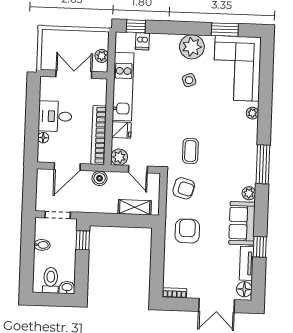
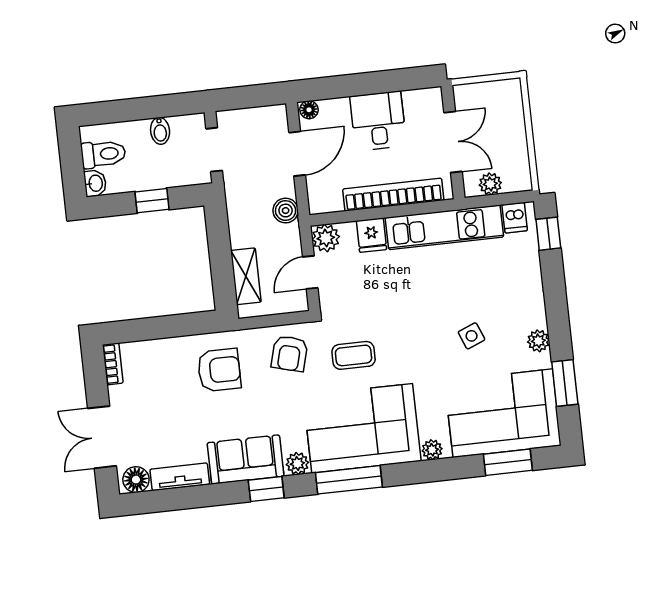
dishwasher: (142, 41) -> (515, 218), moved, turned -90
plant: (192, 47) -> (538, 341), width x0.53, depth x0.53
window: (266, 70) -> (508, 462), added
bookcase: (99, 135) -> (393, 195), moved
floor lamp: (43, 138) -> (309, 110), moved
corner sofa: (234, 152) -> (362, 428), added
door: (67, 167) -> (297, 154), swing flipped
window: (83, 240) -> (152, 201), moved
window: (260, 247) -> (266, 489), moved

